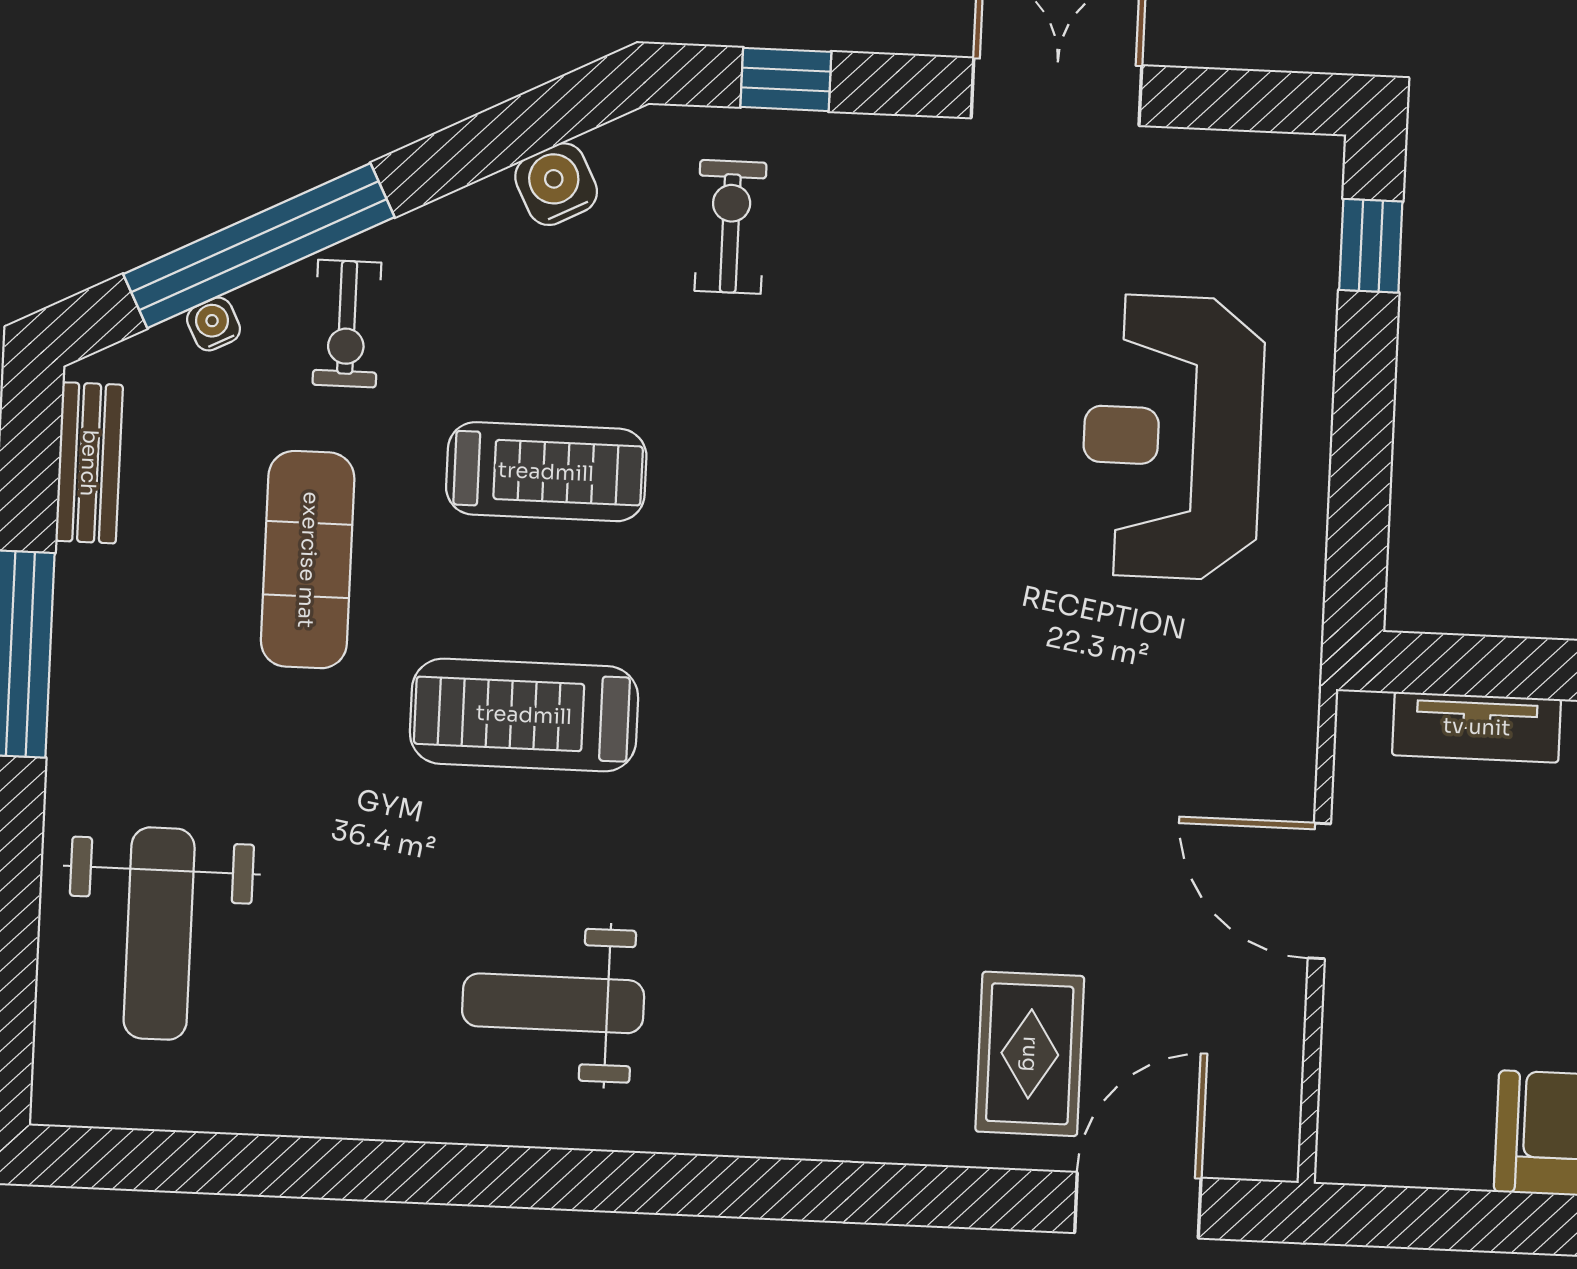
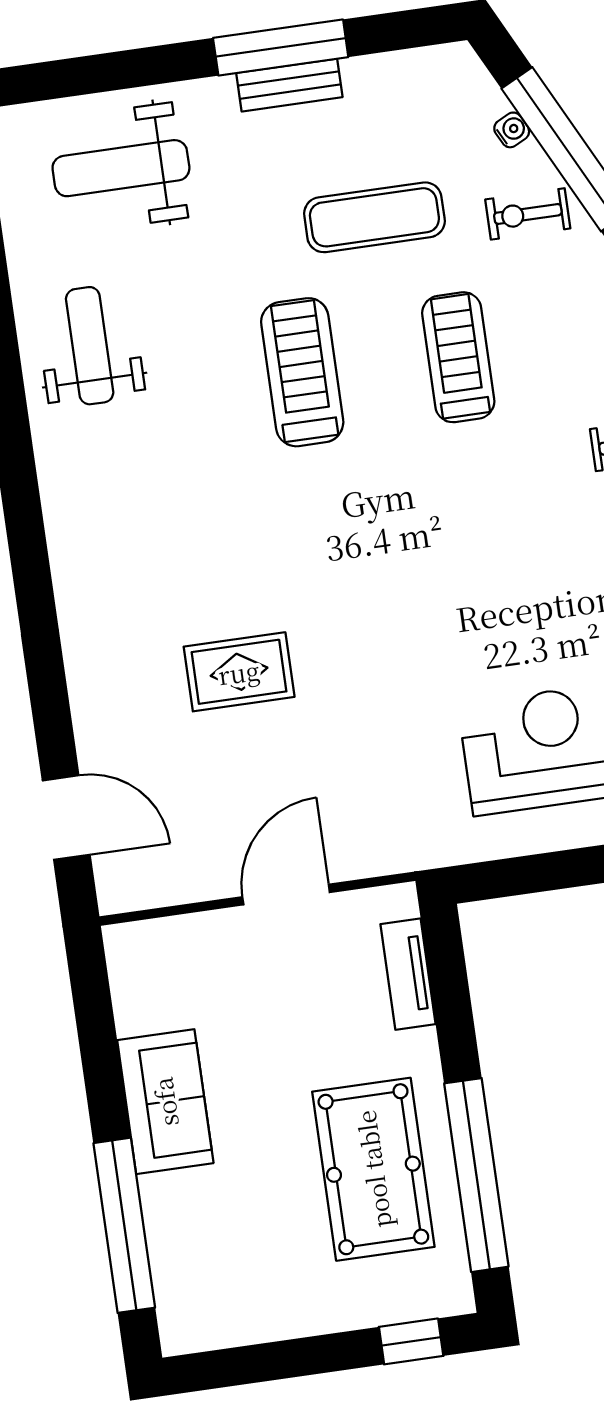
bench: (89, 463) -> (289, 85), moved
treadmill: (546, 472) -> (458, 357), turned 180
weight bench: (553, 1003) -> (90, 346), moved
rug: (1030, 1054) -> (239, 672), moved

